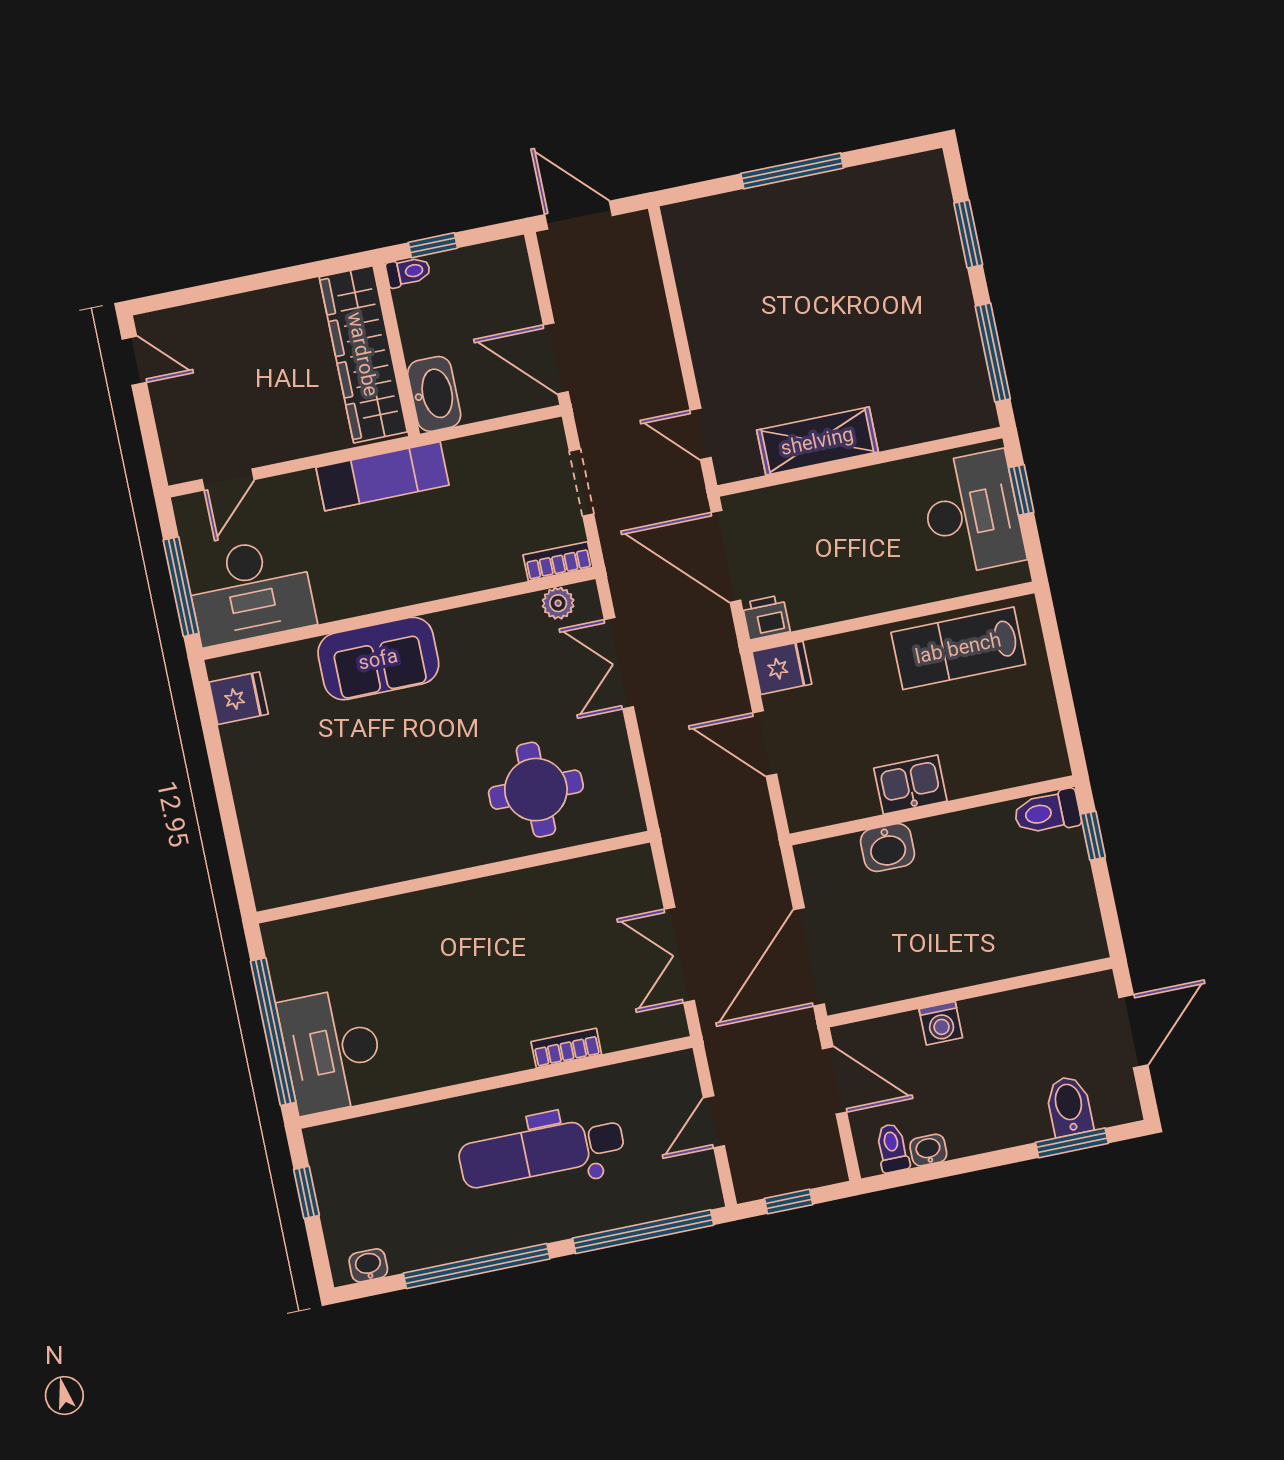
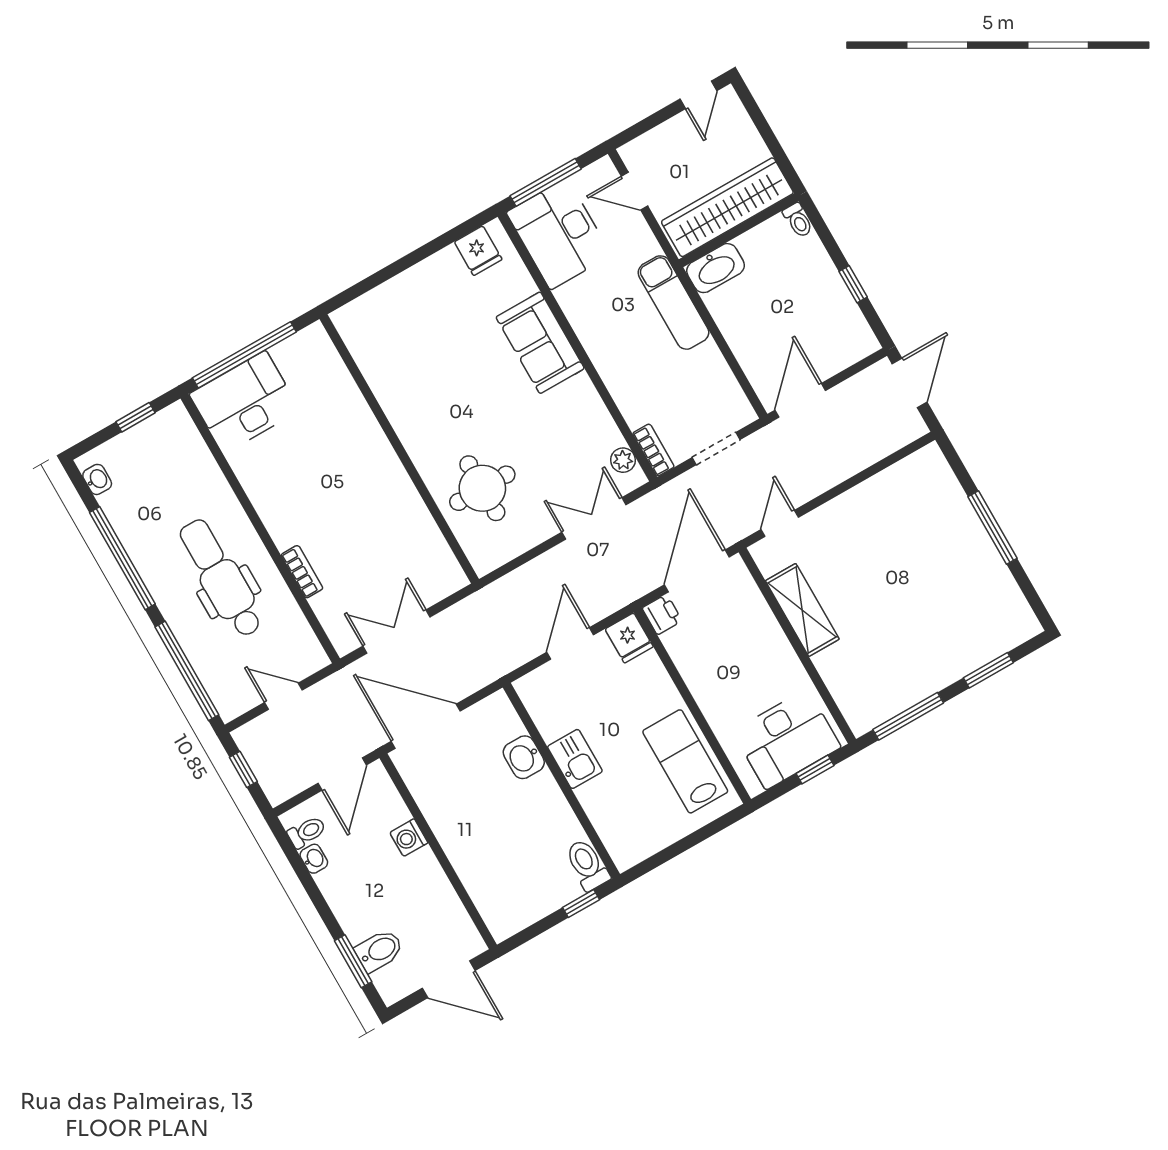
toilet: (408, 272) -> (798, 220), moved
wall: (396, 350) -> (739, 230), moved
wardrobe: (363, 354) -> (727, 207), moved
washbasin: (434, 394) -> (716, 268), moved

